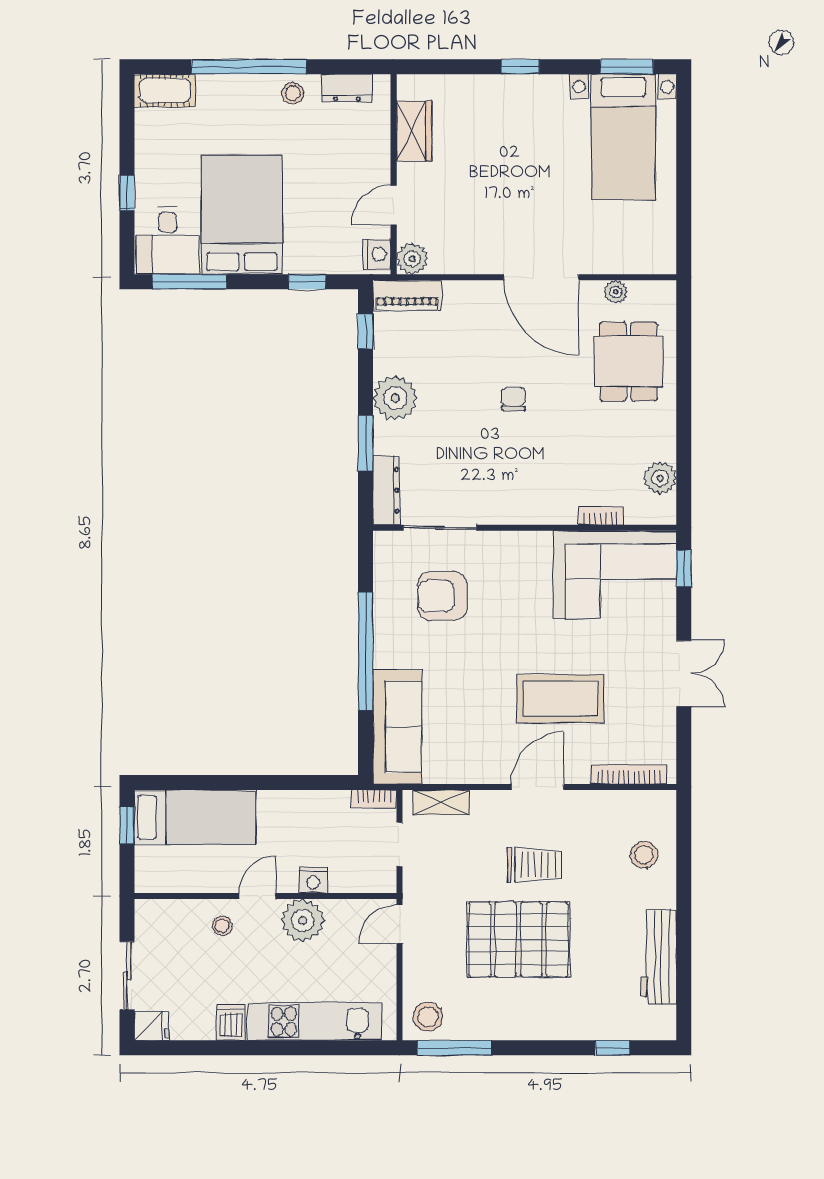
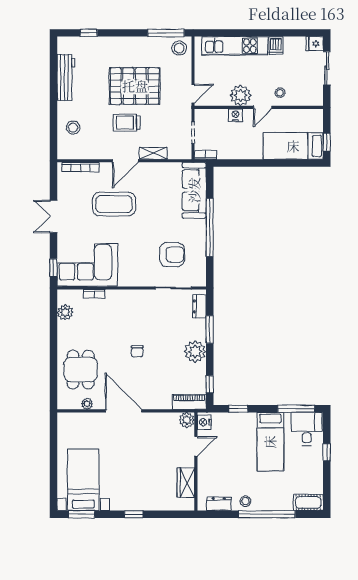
bed: (242, 215) -> (270, 442), width x0.67
dresser: (386, 490) -> (199, 306), width x0.70
shelving: (441, 802) -> (153, 153), moved

